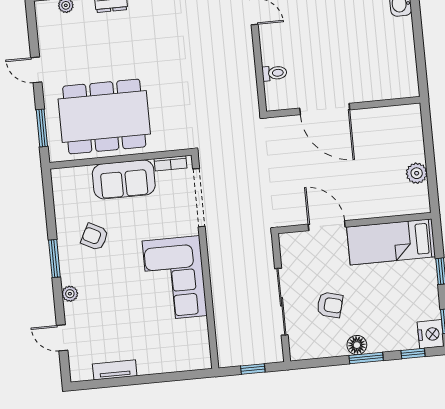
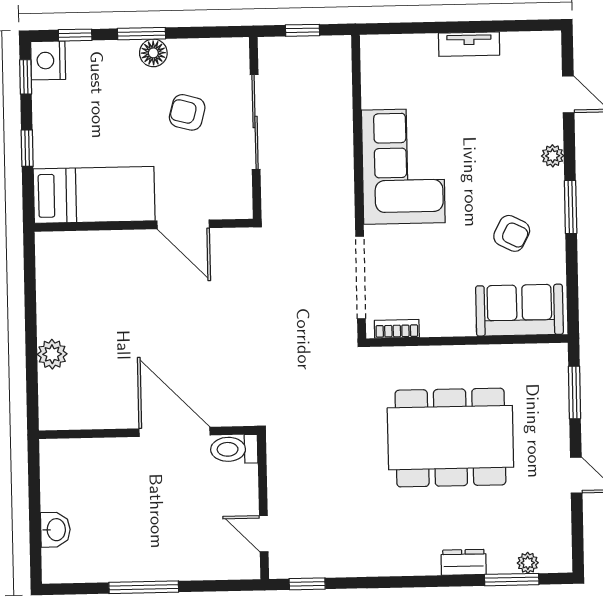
toilet: (274, 73) -> (234, 449), width x1.37, depth x1.39
wall: (343, 107) -> (148, 432), moved
door: (325, 109) -> (175, 432), moved
dining table: (104, 117) -> (450, 438), moved
plant: (417, 173) -> (52, 354), moved
sofa: (124, 179) -> (519, 310), moved
tv unit: (115, 370) -> (469, 44), moved

